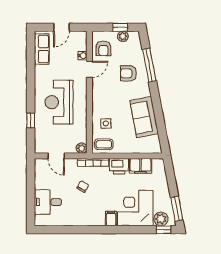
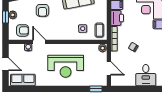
window: (31, 120) -> (96, 89), moved
door: (56, 156) -> (109, 68), hinge flipped

